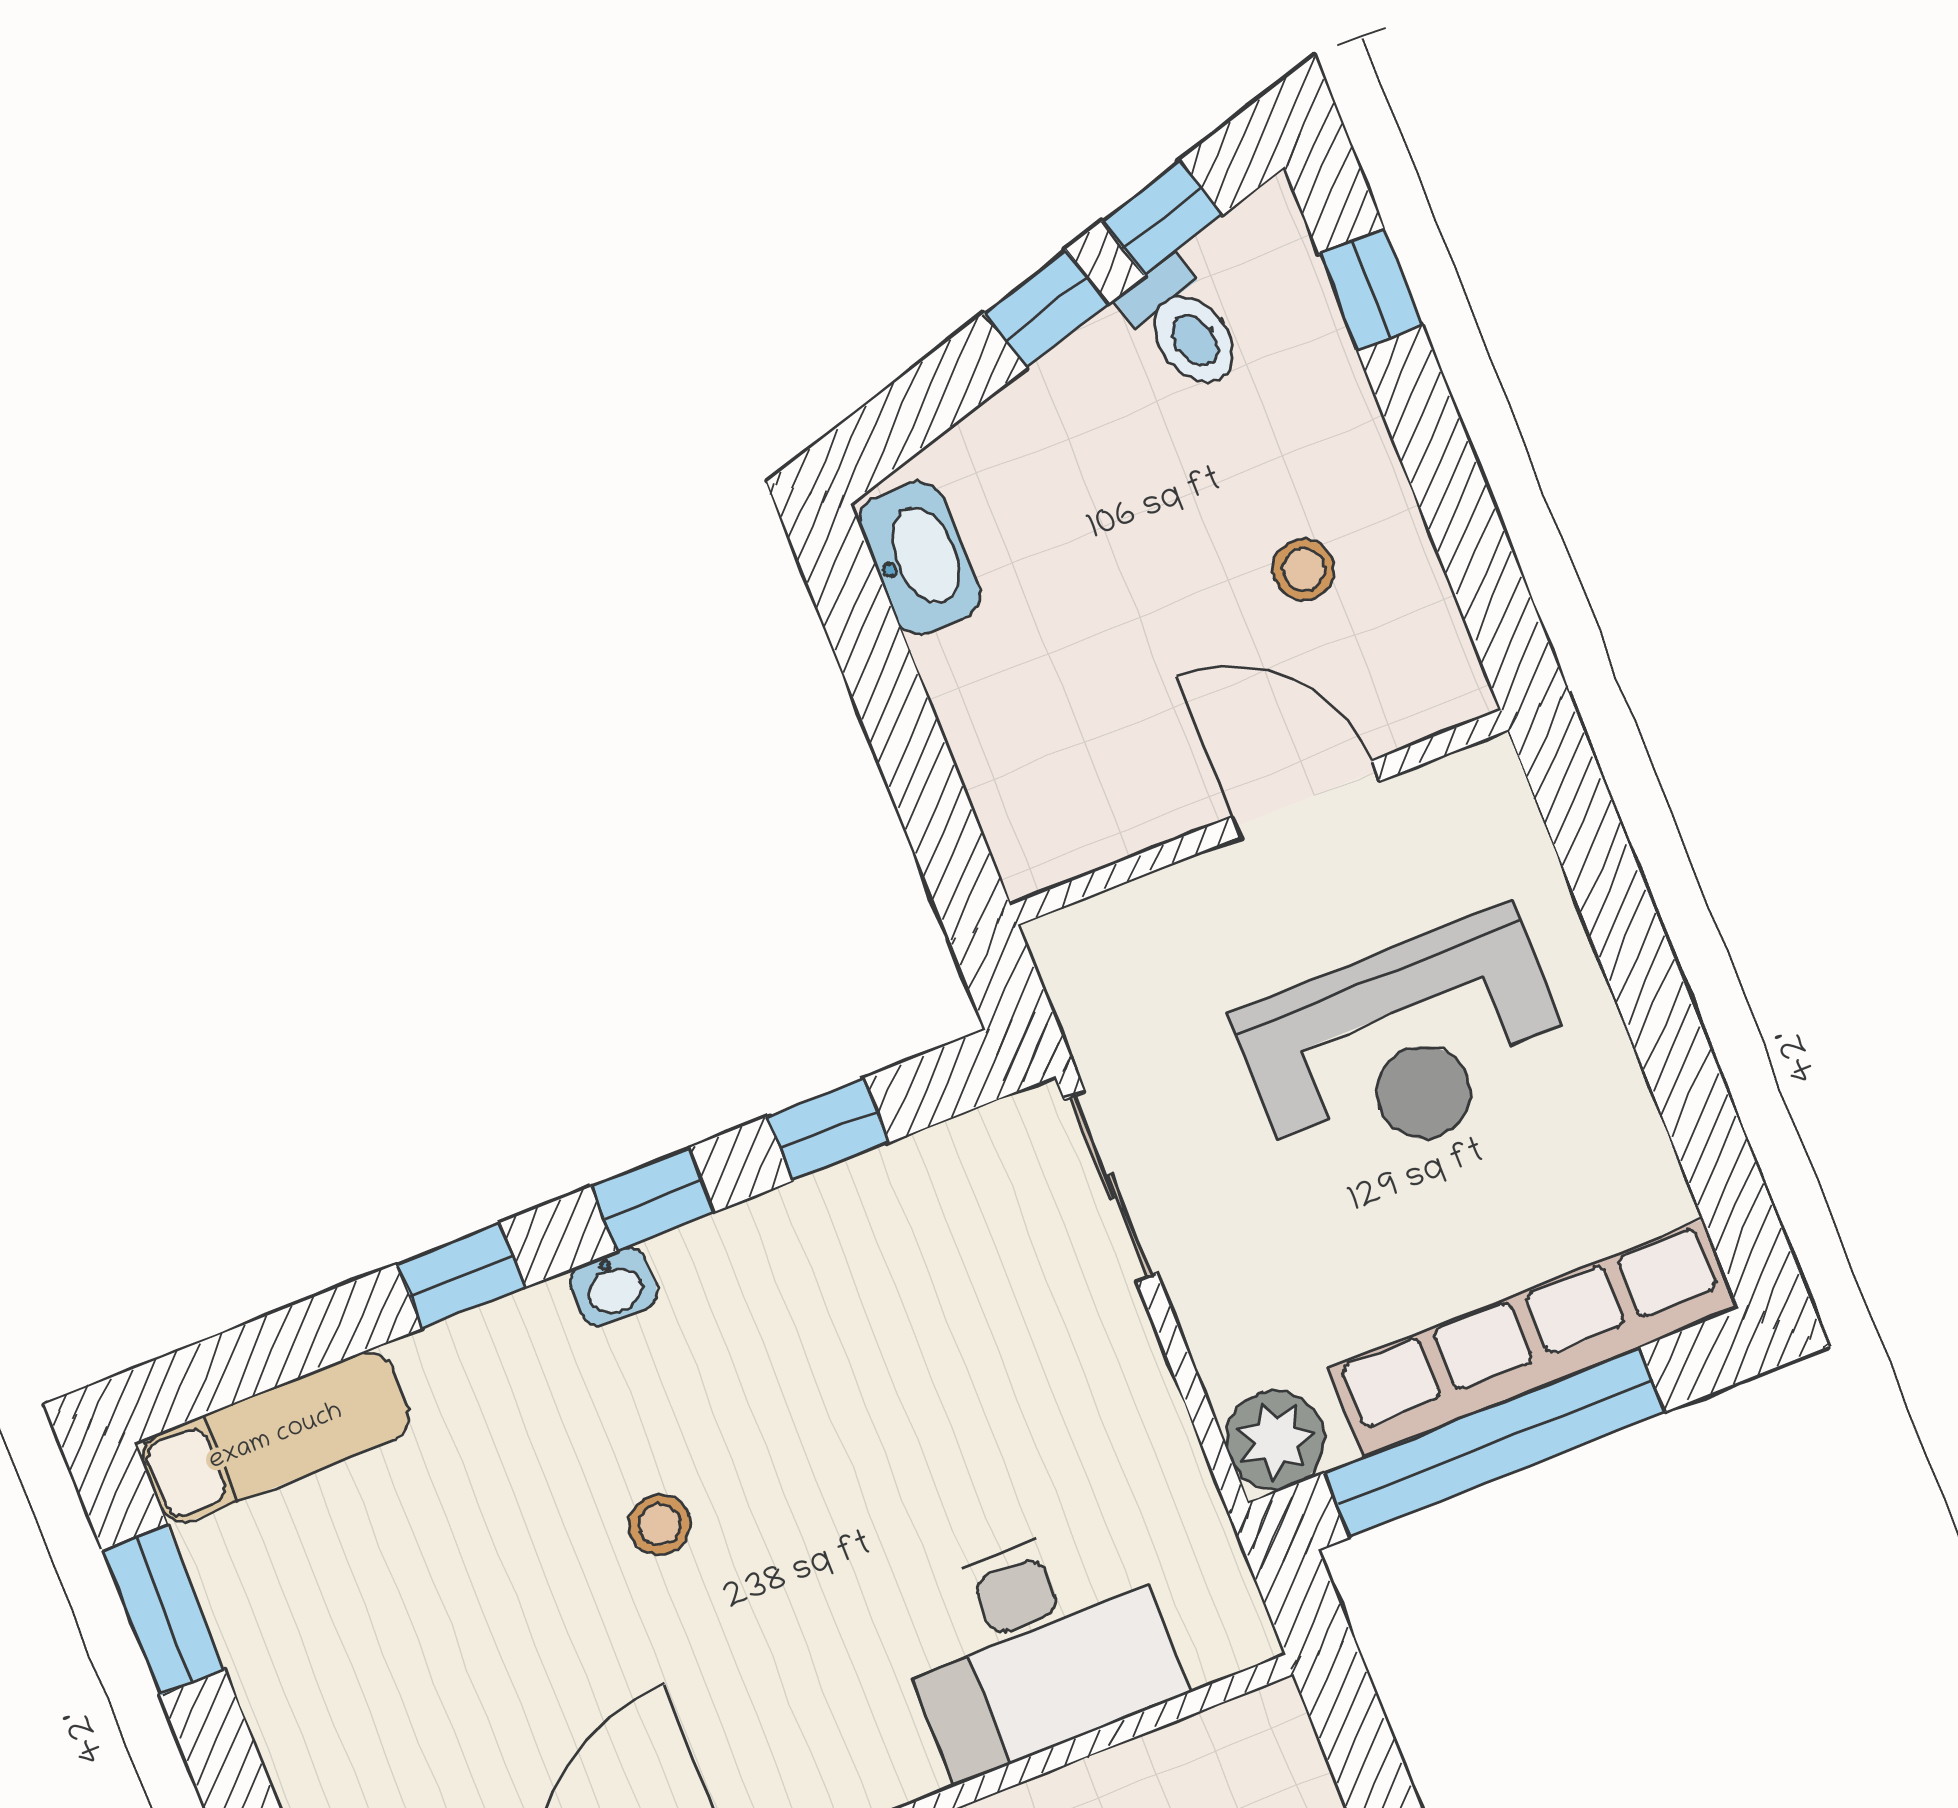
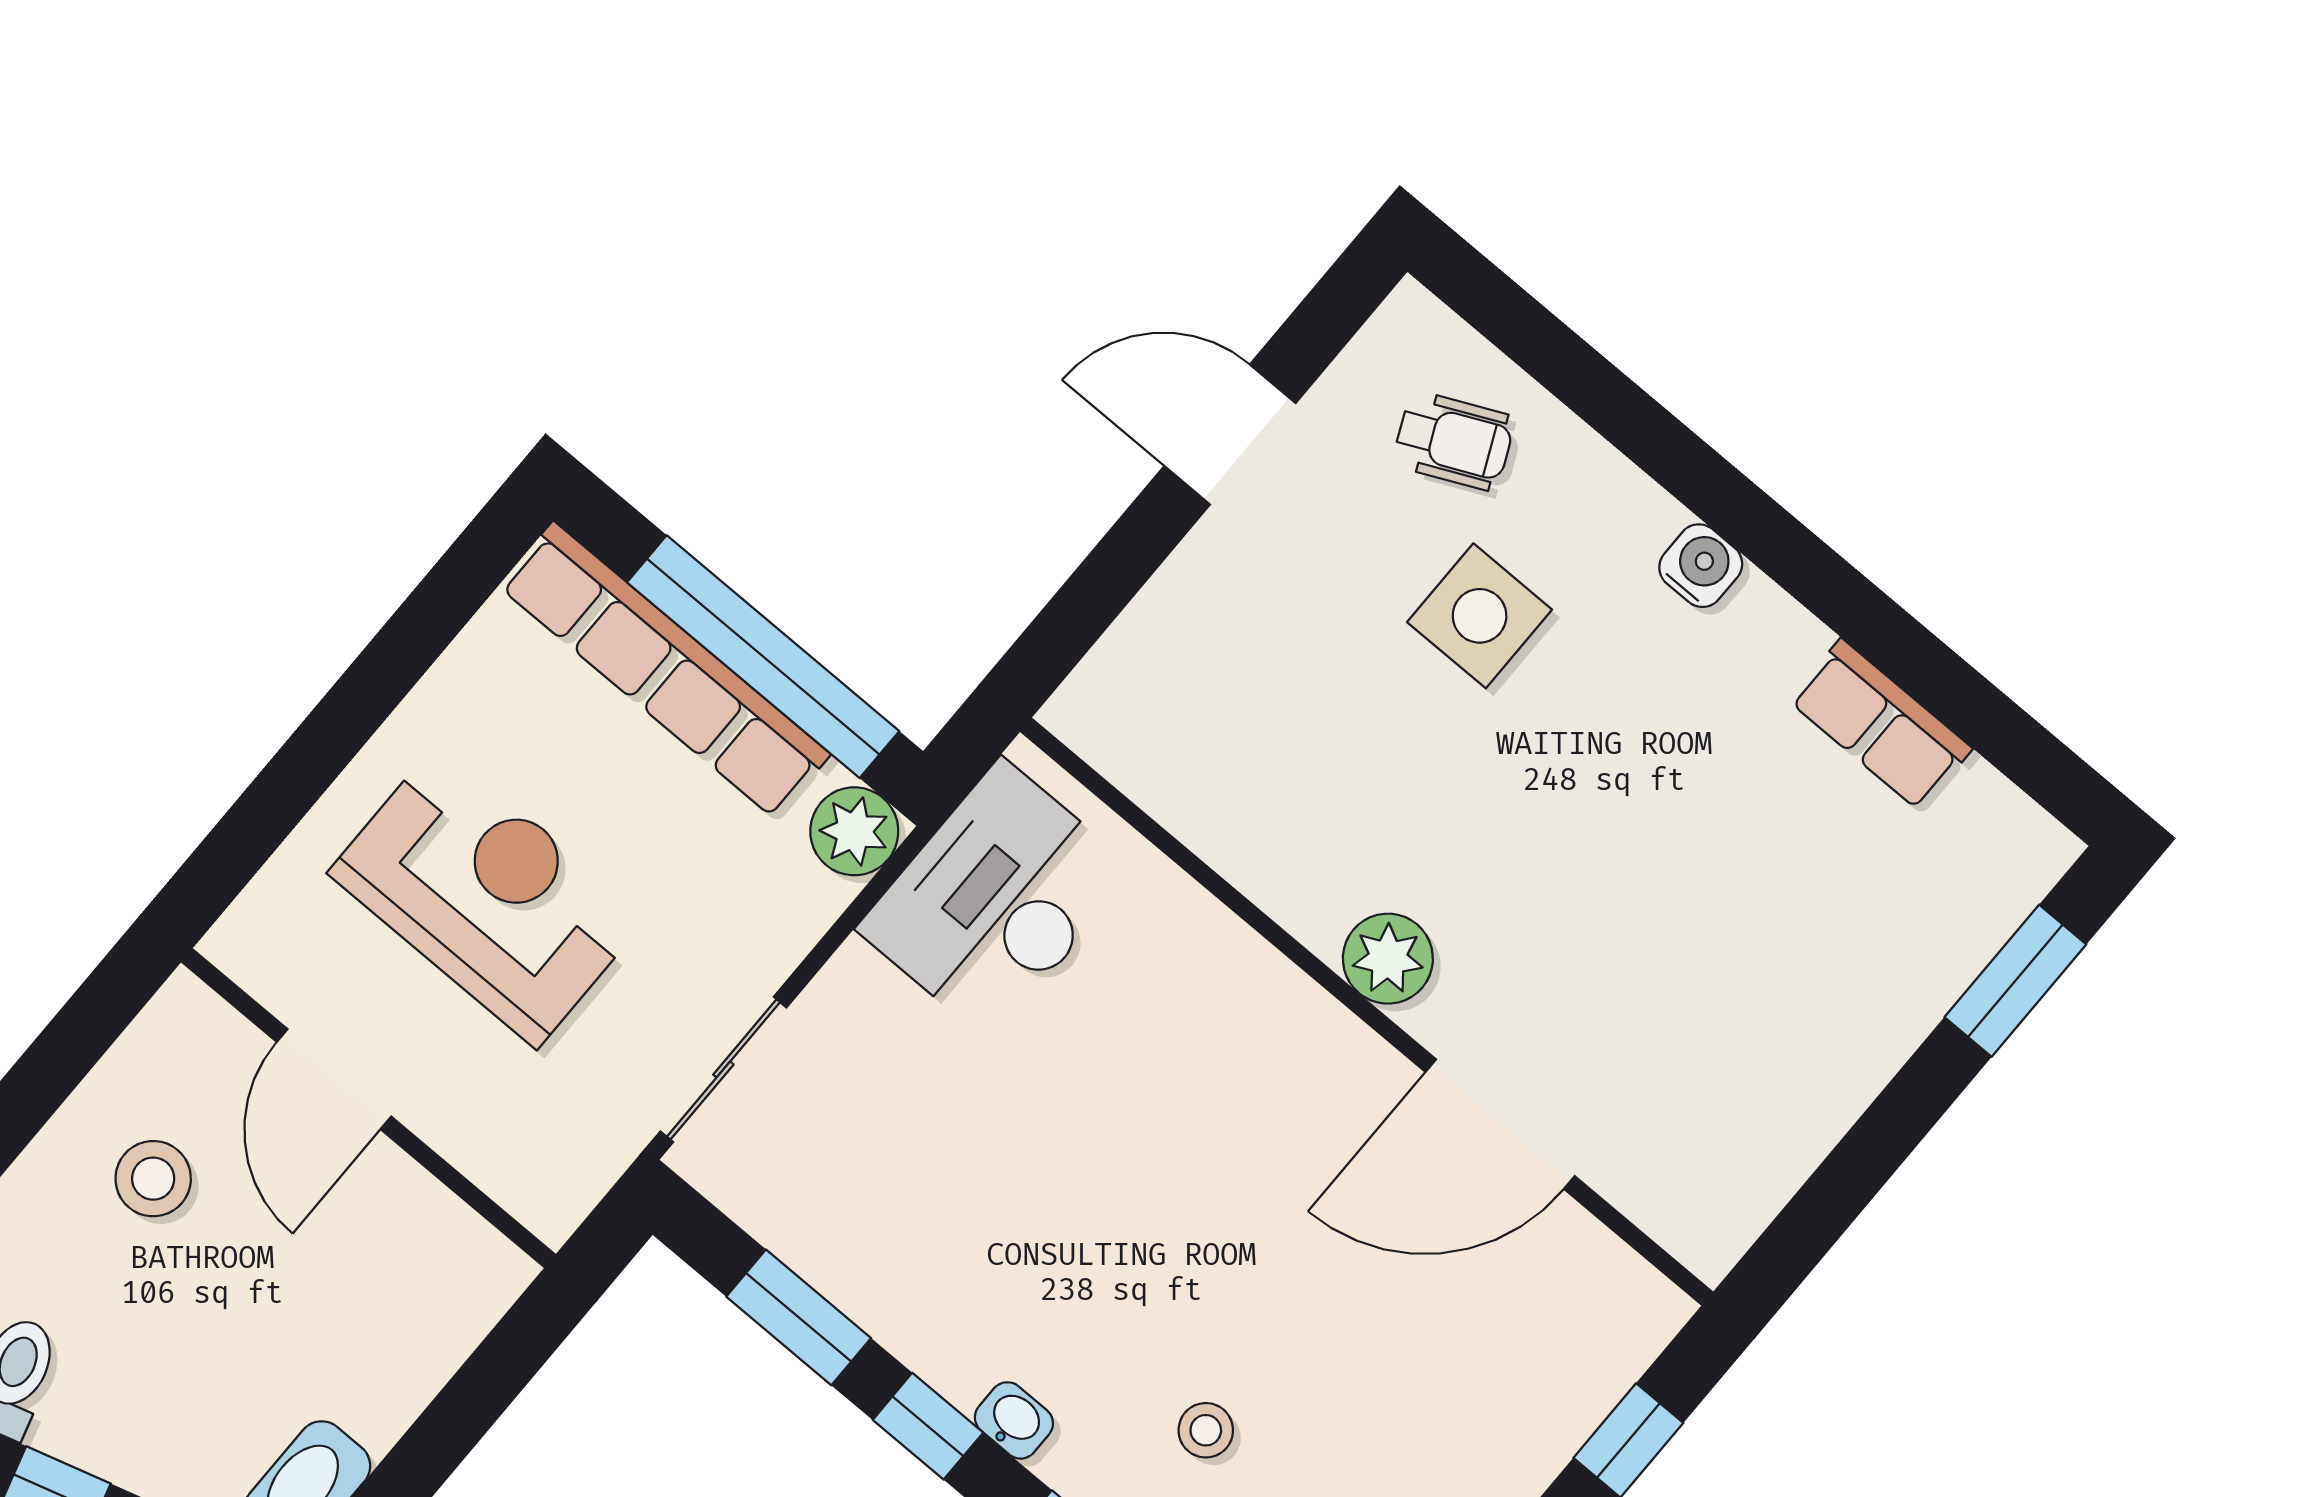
stool: (1303, 569) -> (153, 1179), width x1.37, depth x1.37
window: (828, 1130) -> (799, 1317), width x1.50
stool: (660, 1525) -> (1206, 1430), moved
desk: (1036, 1646) -> (996, 900), moved, turned -90

